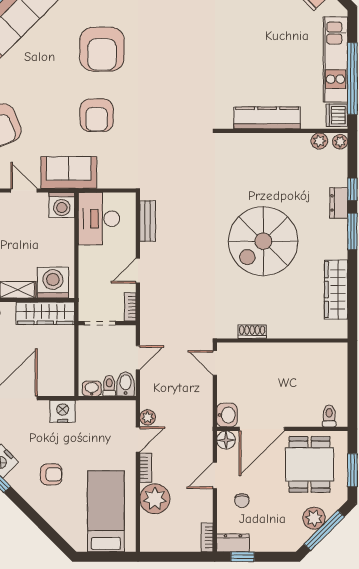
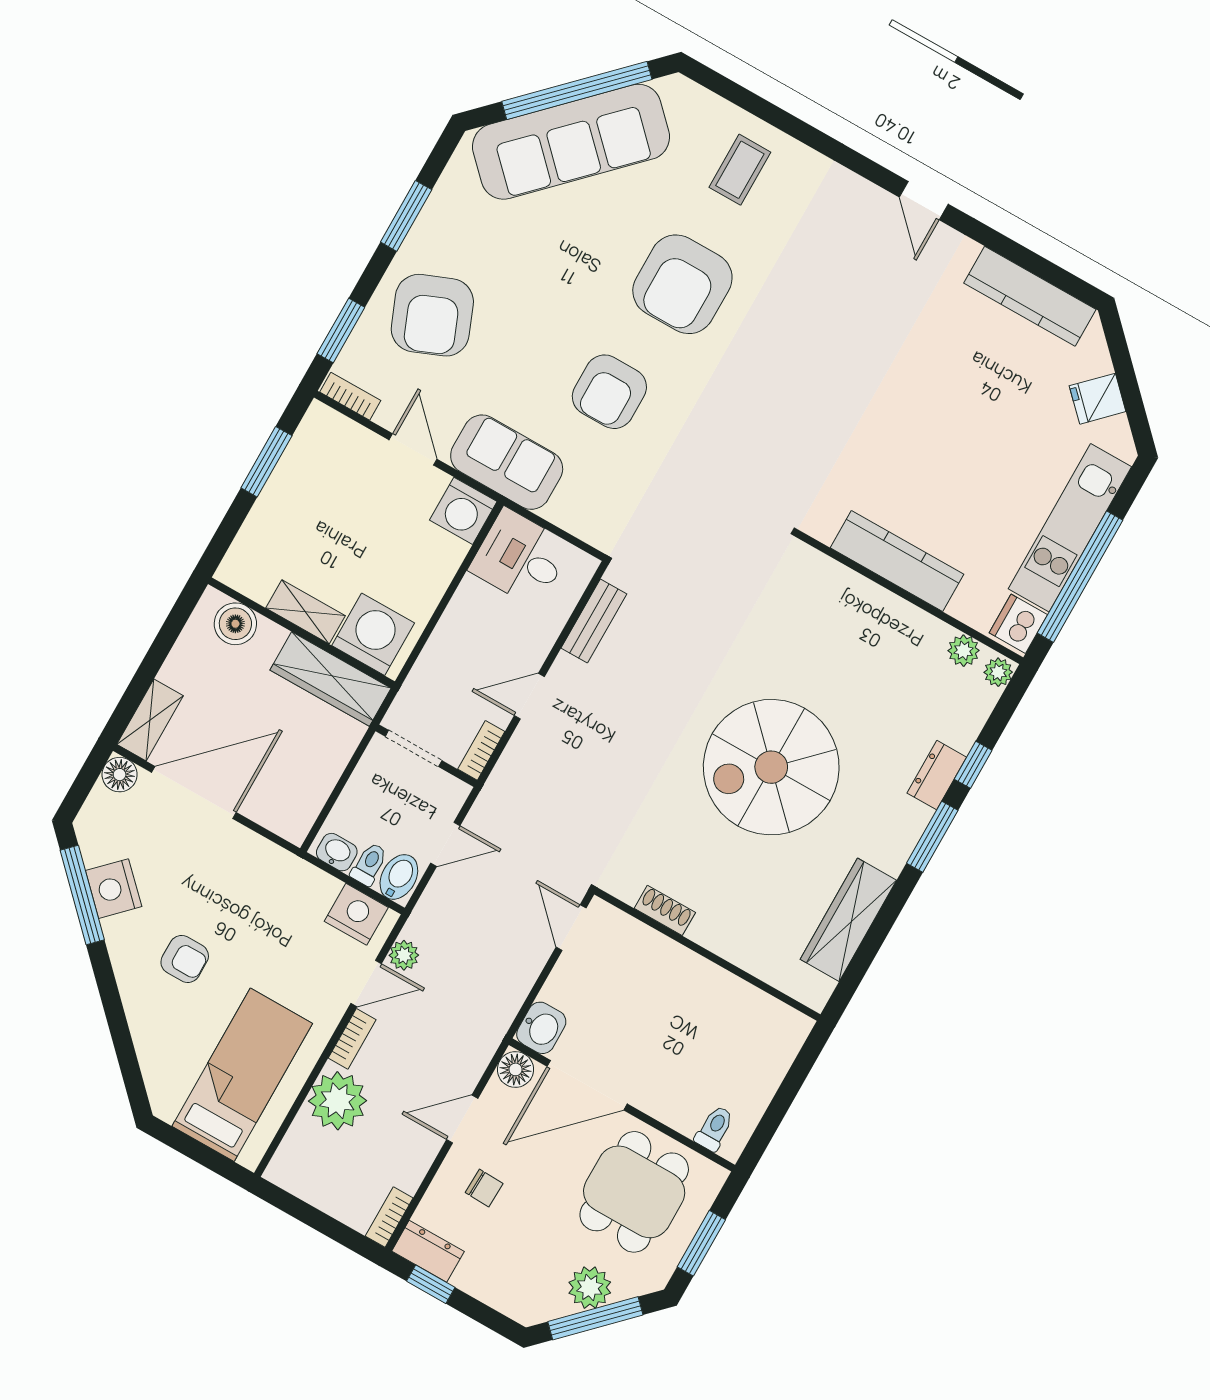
desk: (99, 219) -> (520, 558), width x0.73
nightstand: (63, 411) -> (356, 914), moved
chair: (242, 501) -> (484, 1188), turned -88

